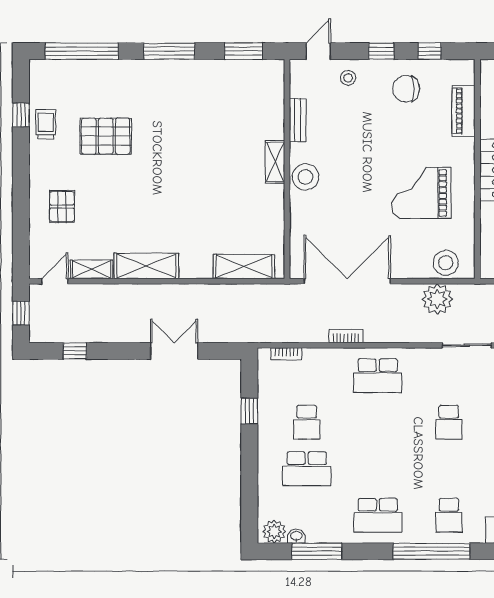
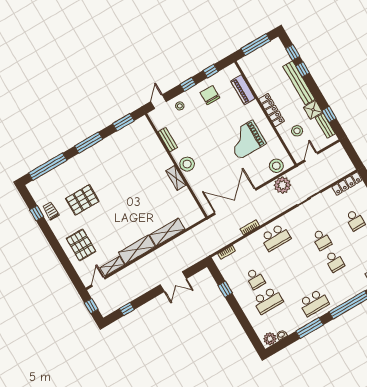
chair: (406, 89) -> (210, 95), turned 90
shelving: (275, 162) -> (176, 178), moved
pallet: (62, 207) -> (81, 245), width x1.50, depth x1.42
shelving: (244, 267) -> (167, 232), moved
double door: (174, 351) -> (173, 282), swing flipped
school desk: (449, 515) -> (334, 261), moved
window: (317, 551) -> (310, 328), moved

